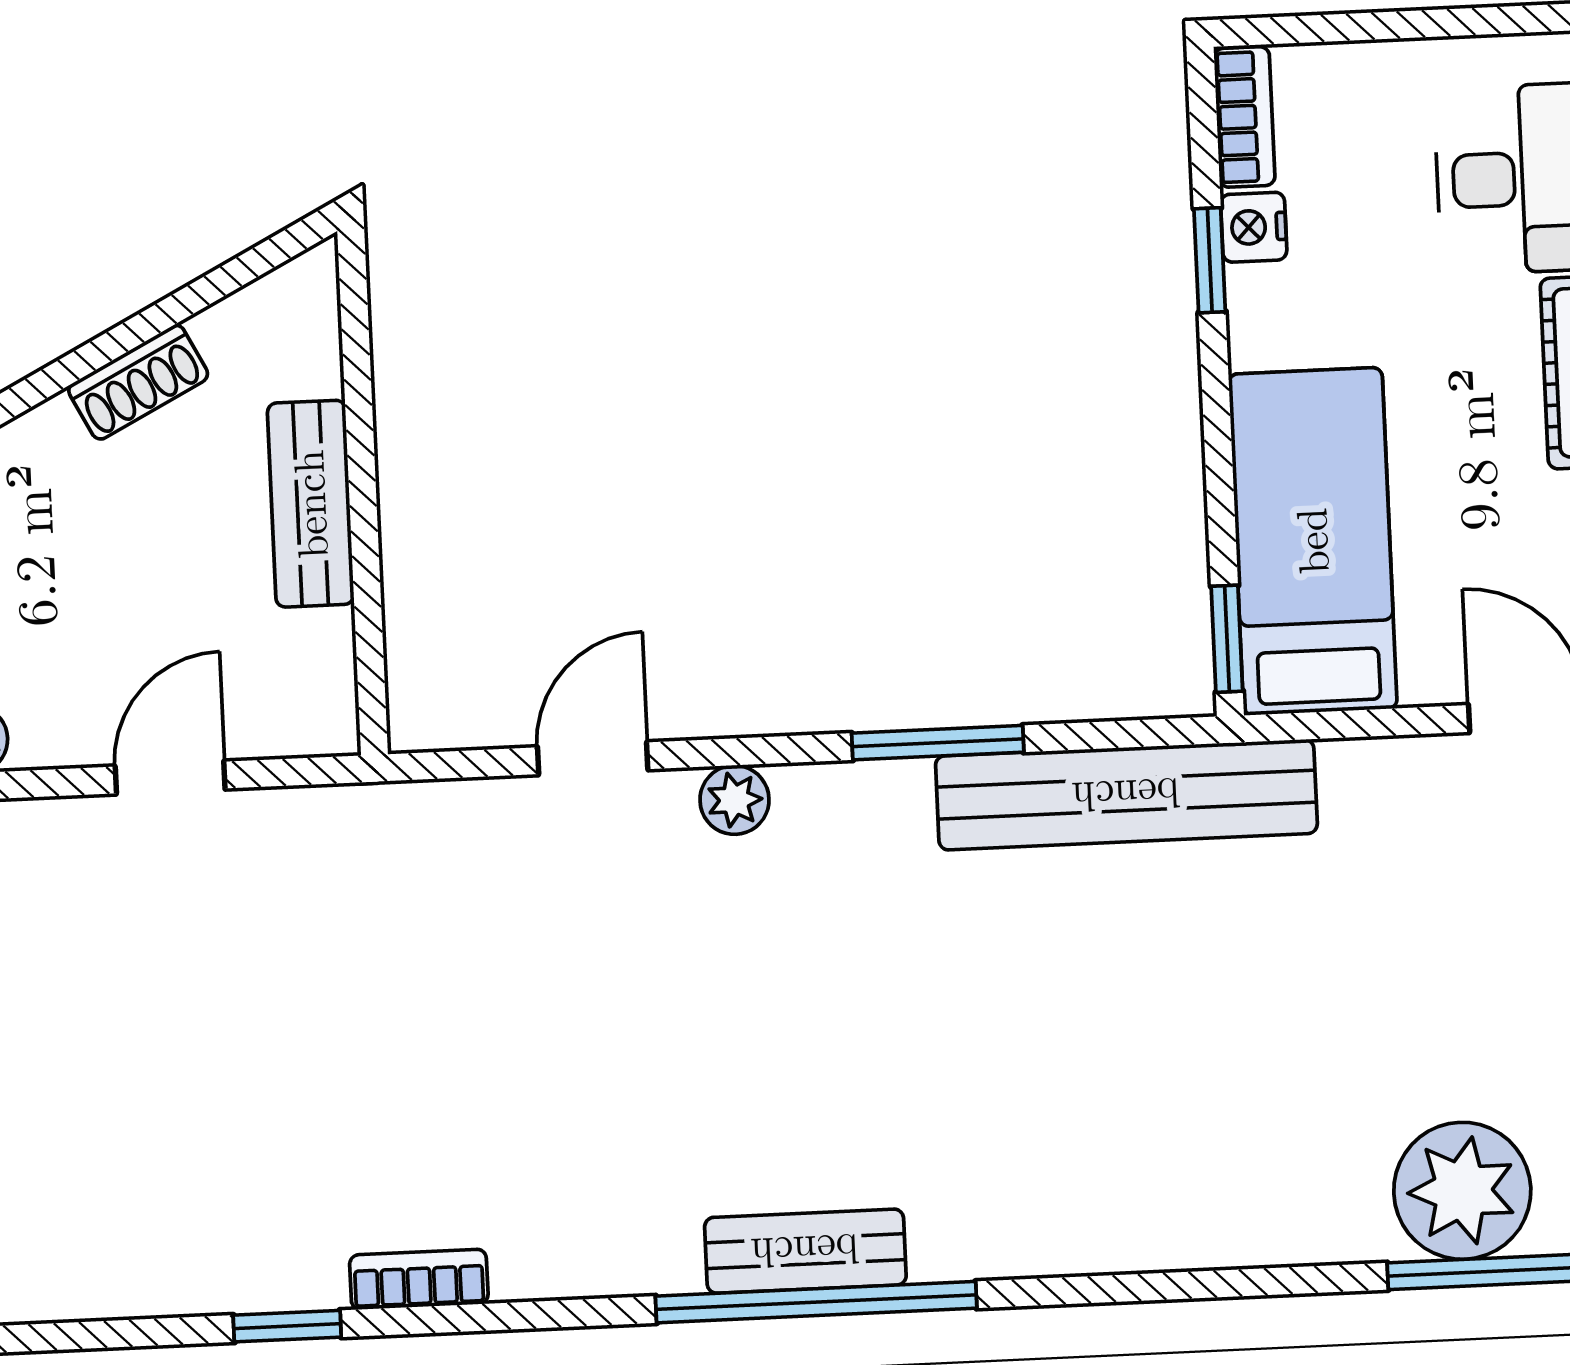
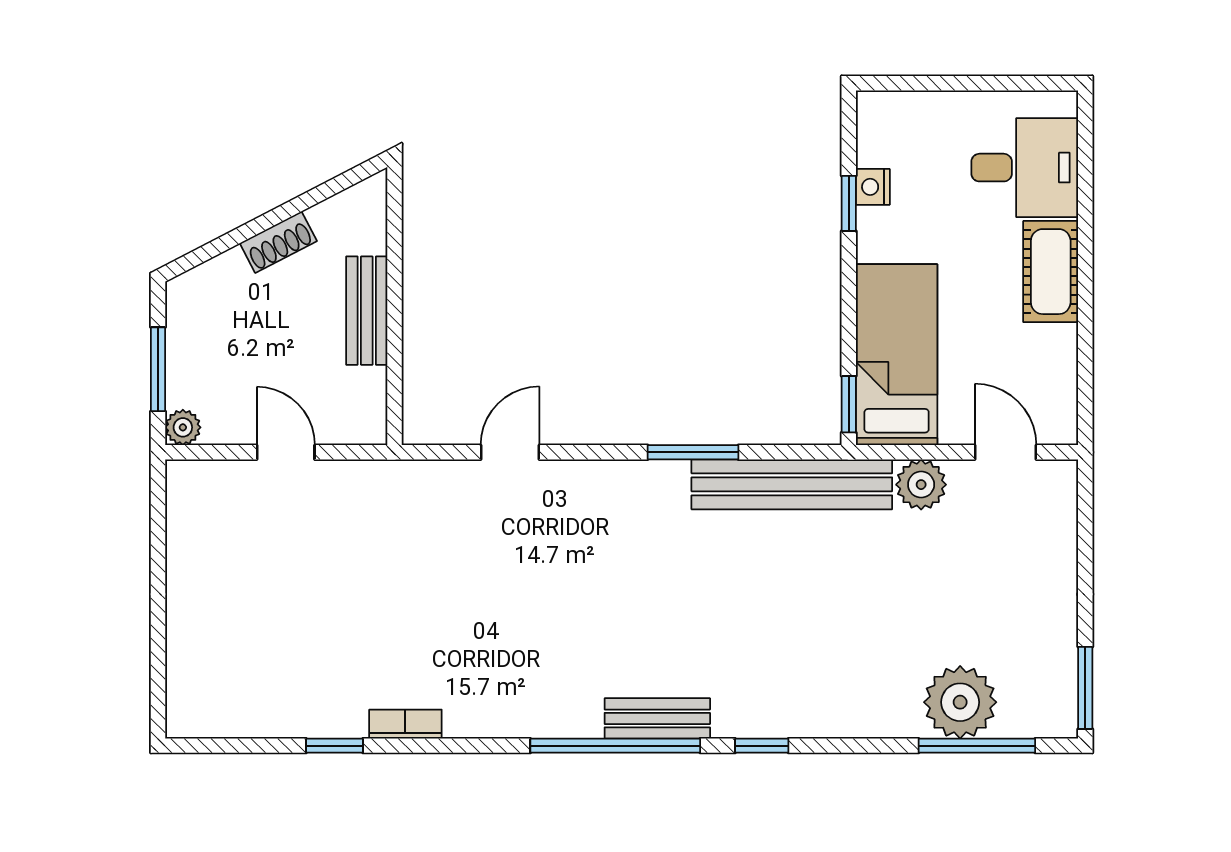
bookcase: (1244, 117) -> (871, 128), removed
door: (170, 778) -> (286, 452), hinge flipped
plant: (734, 800) -> (921, 485), moved, width x1.38, depth x1.38
bench: (805, 1251) -> (657, 718), moved
window: (1092, 1290) -> (762, 746), added

